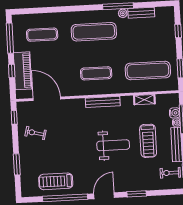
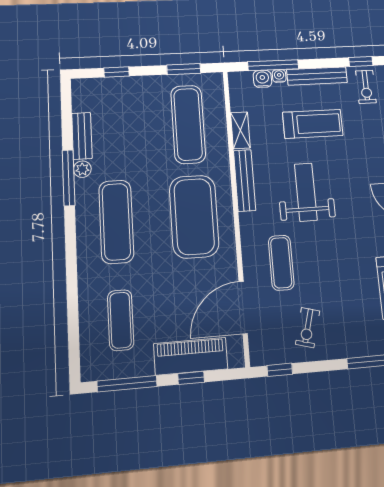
exercise mat: (96, 73) -> (194, 216), width x2.00, depth x1.45
bench: (103, 102) -> (245, 180), moved
exercise mat: (70, 120) -> (281, 263), added
weight bench: (113, 145) -> (306, 192), moved

